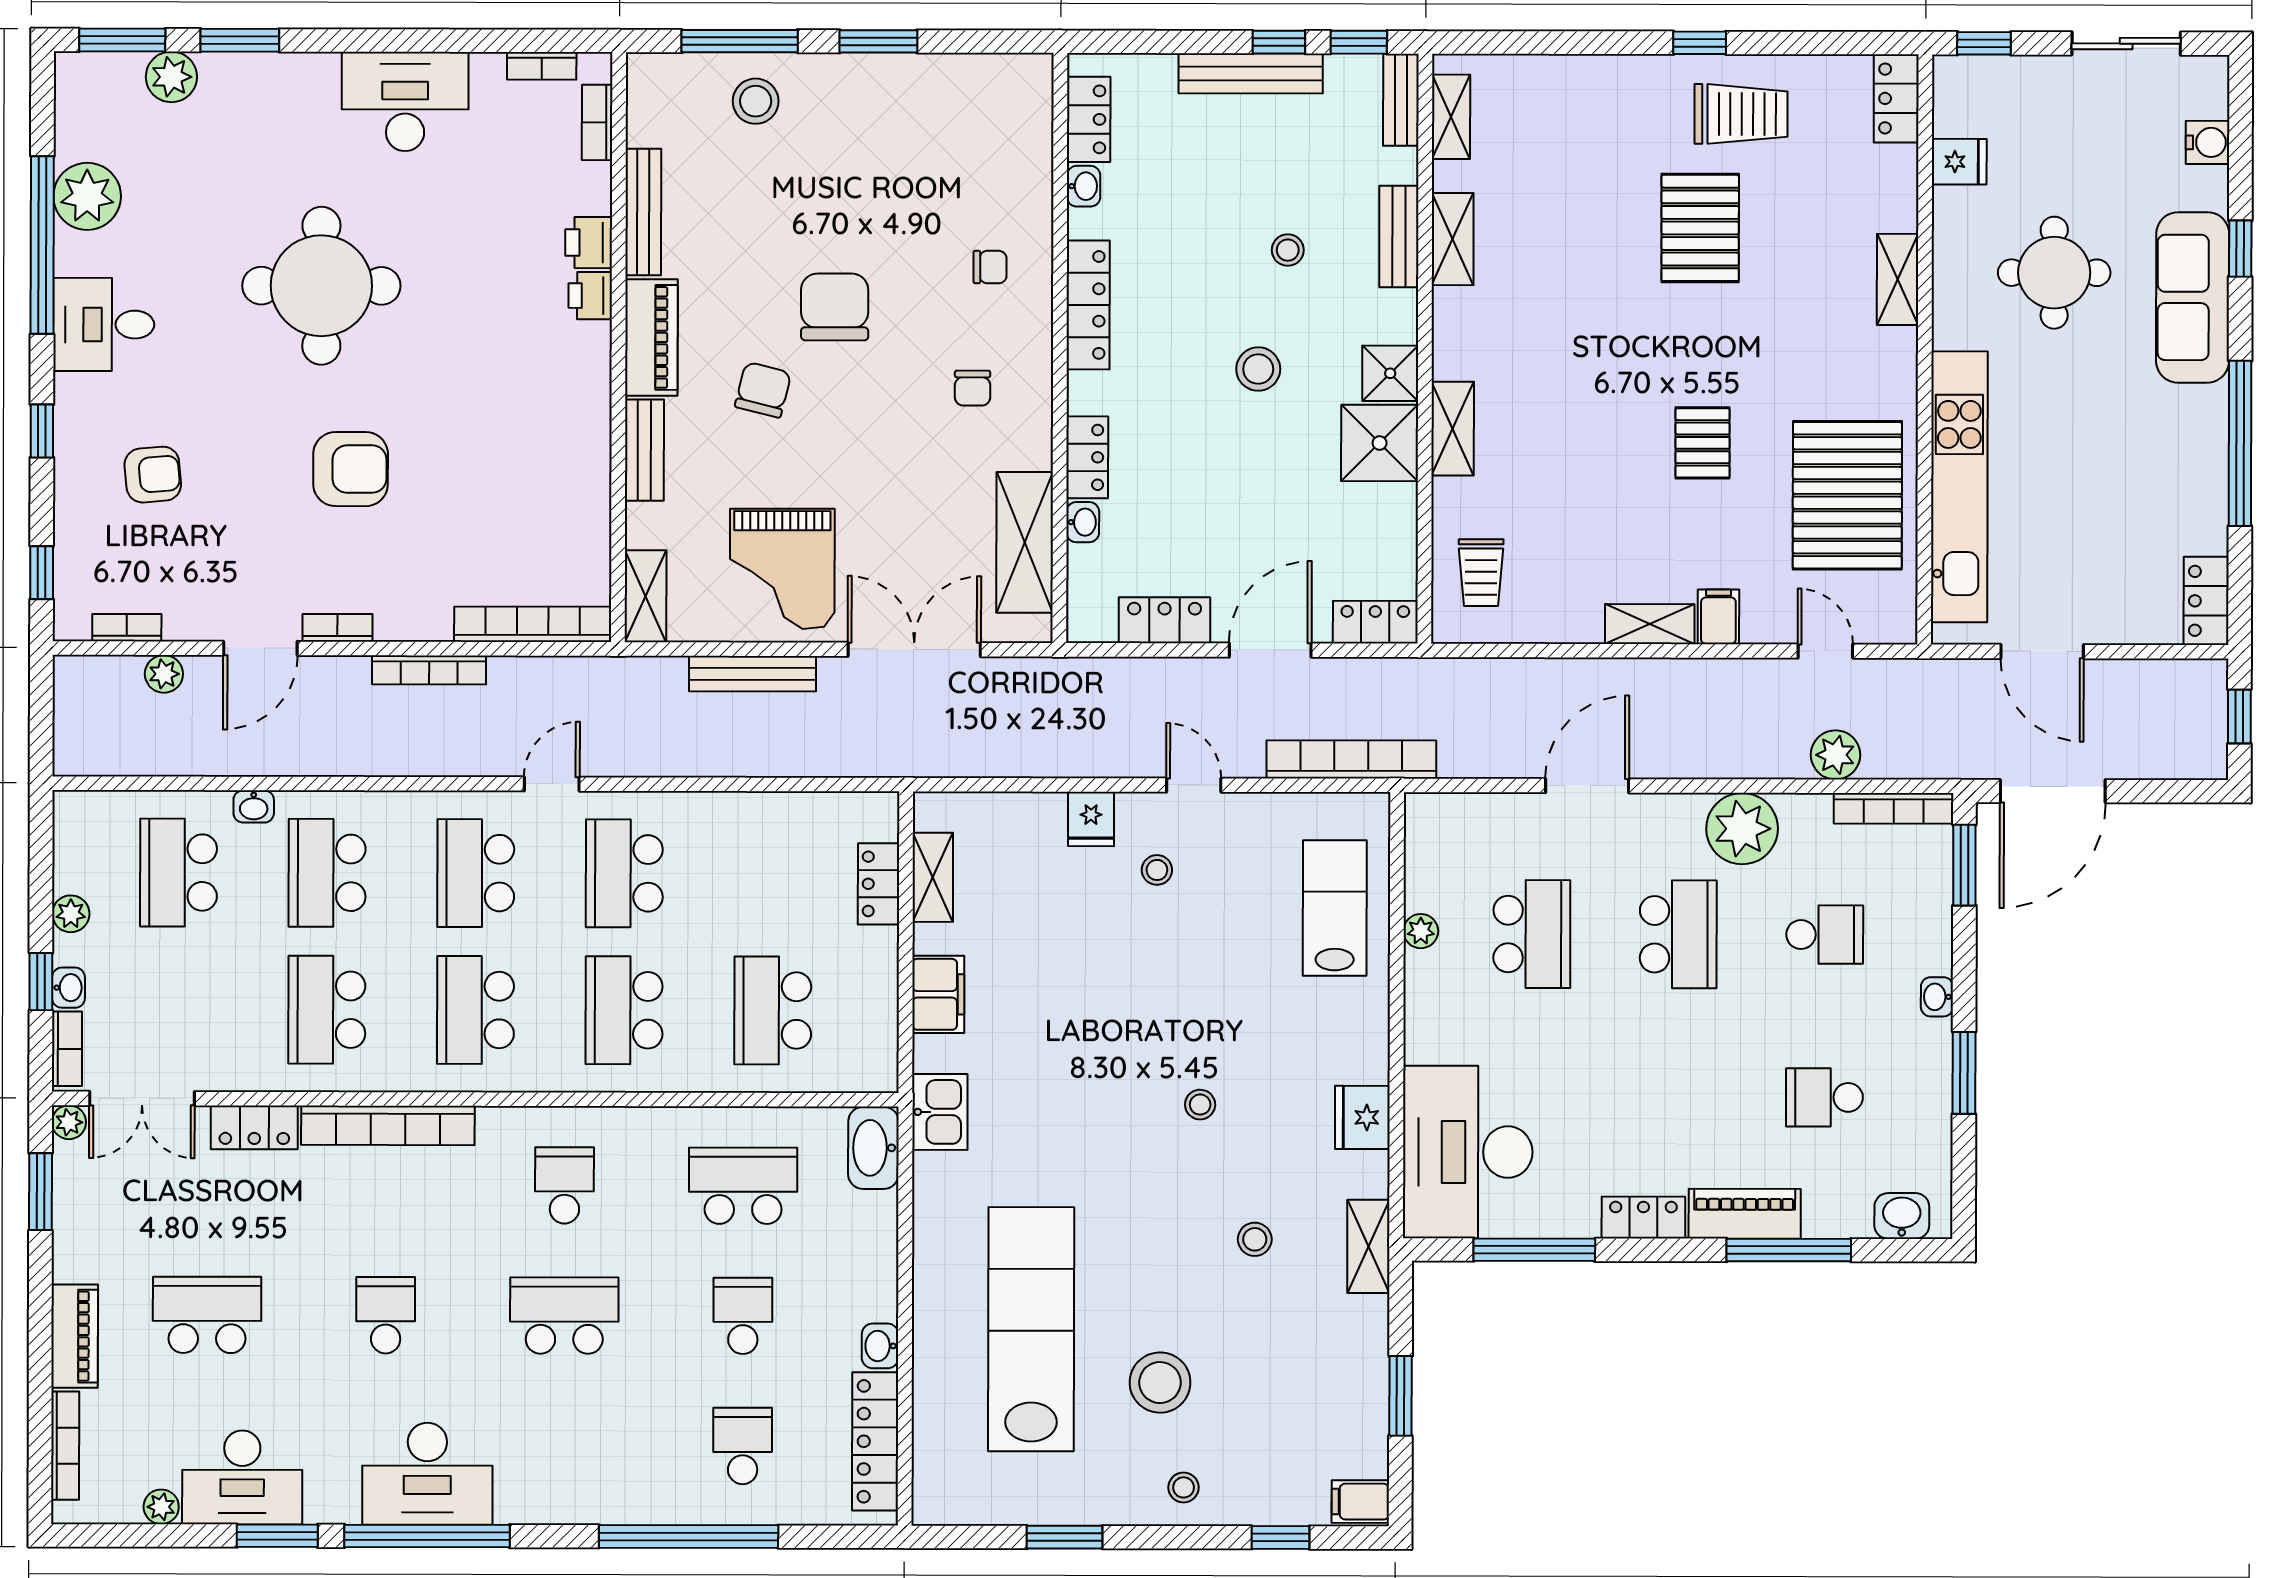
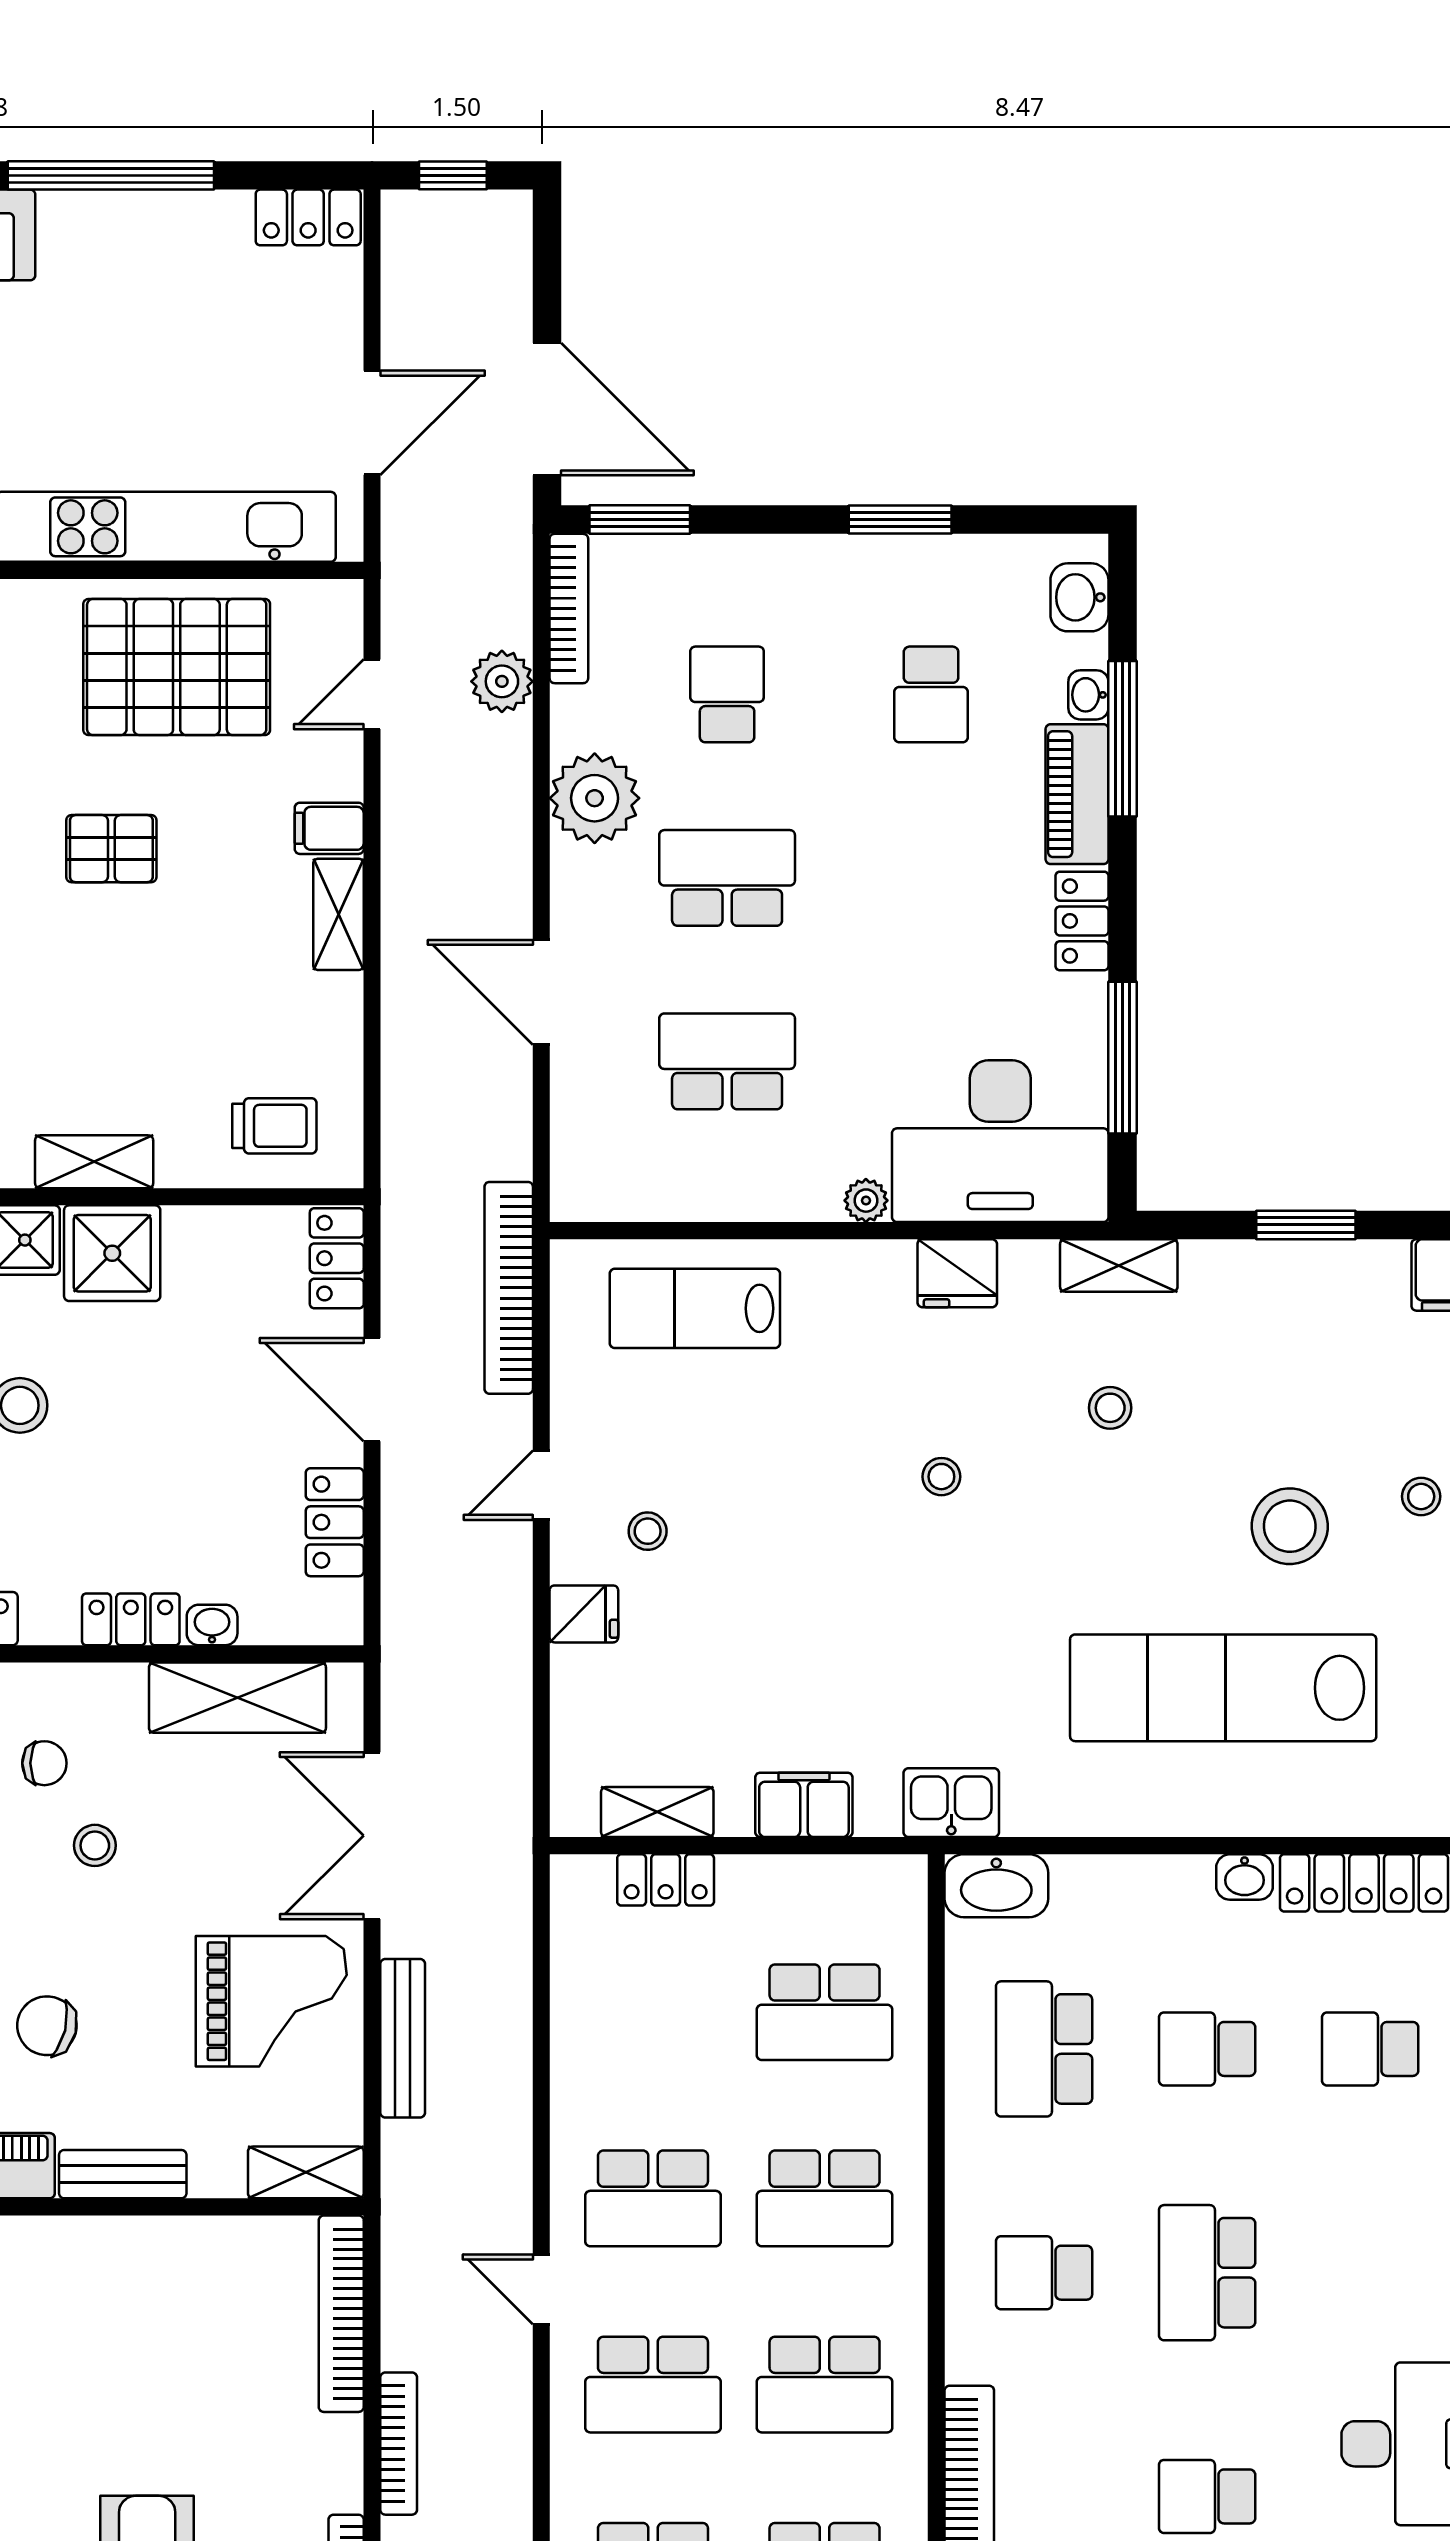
stool: (907, 428) -> (95, 1845), added
plant: (1421, 931) -> (866, 1201), moved
washbasin: (1937, 997) -> (1088, 695), moved, turned 90

